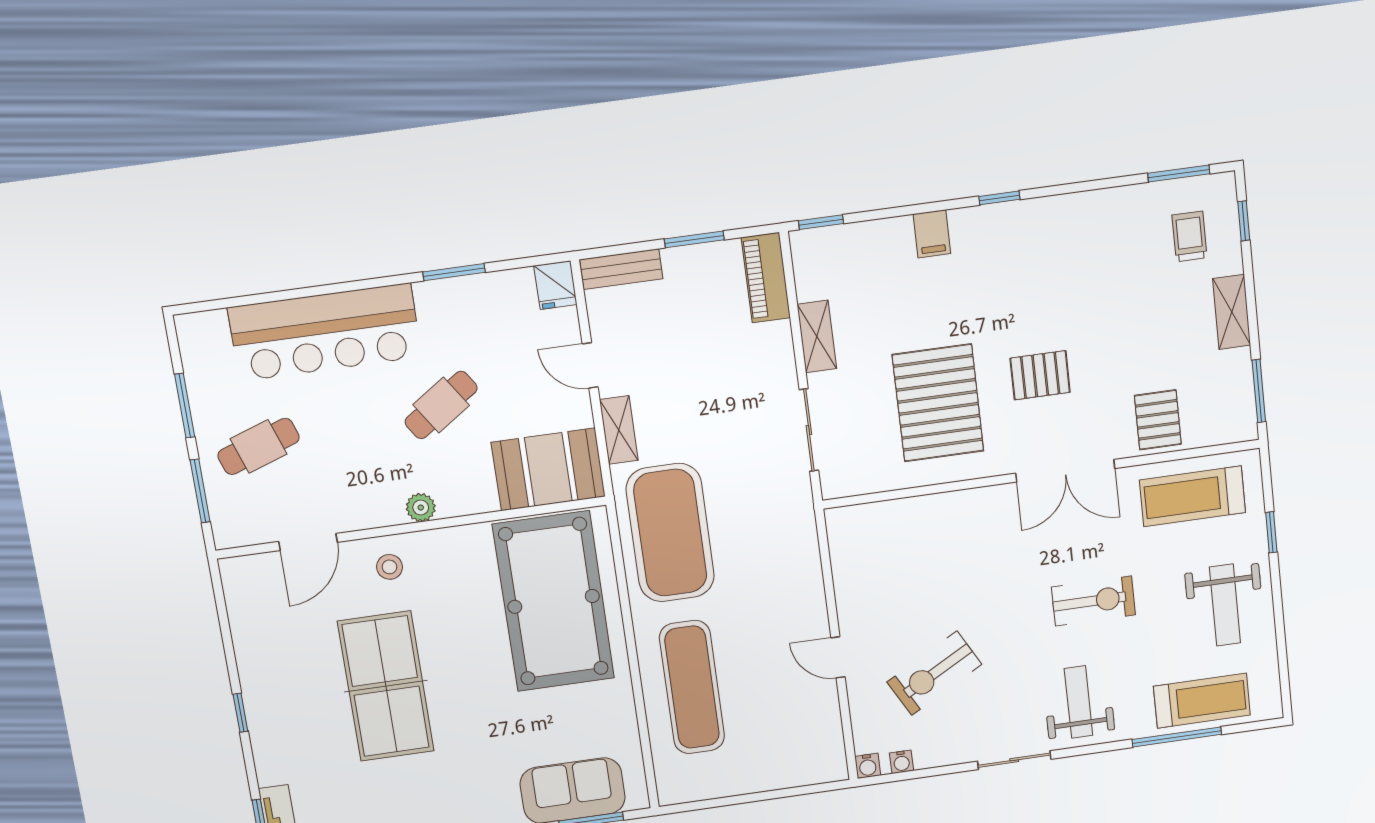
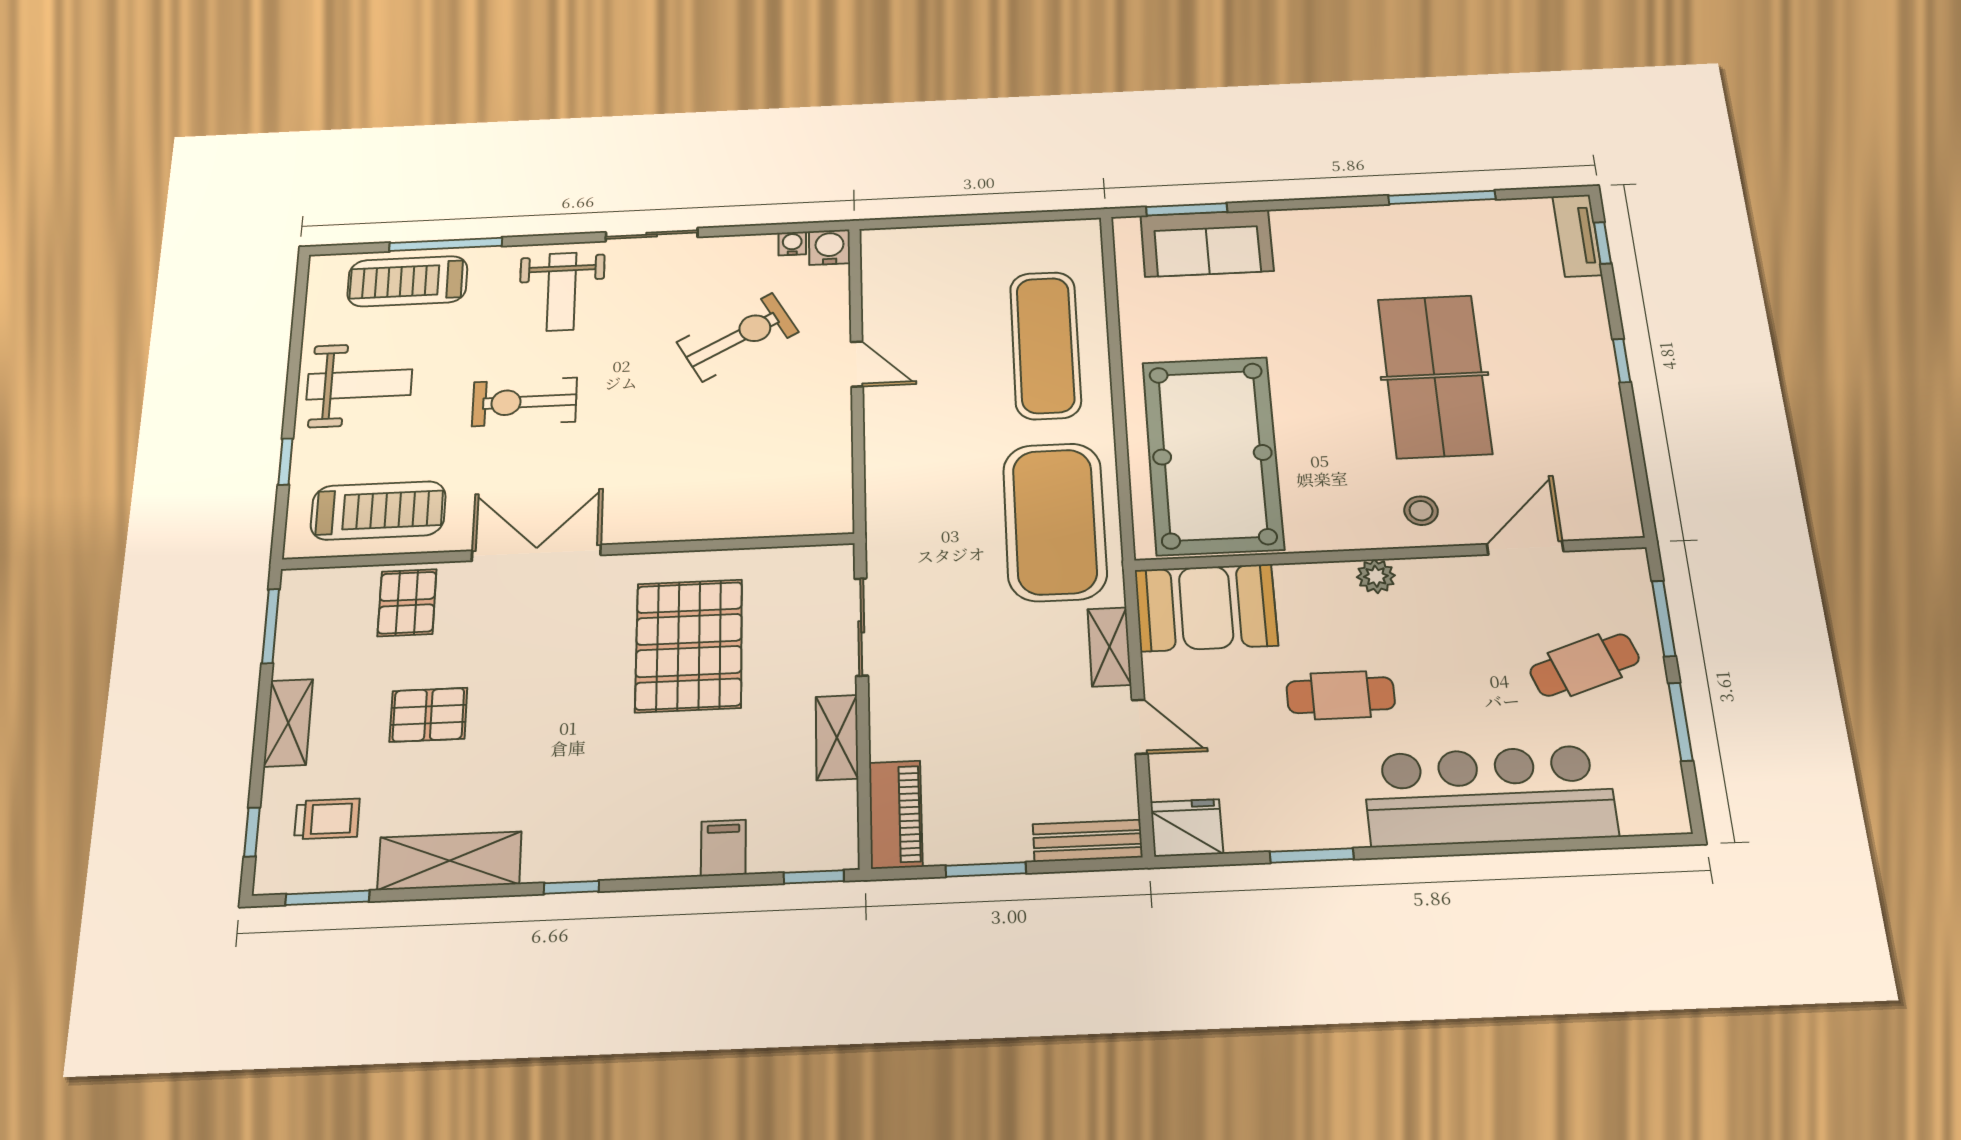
shelving: (1093, 211) -> (450, 861), added
filing cabinet: (932, 234) -> (723, 848), moved
trolley: (1189, 236) -> (327, 819), turned -90
fridge: (555, 285) -> (1187, 828), width x1.38
pallet: (1040, 375) -> (428, 715), moved
cafe table: (441, 405) -> (1341, 695), turned 34
weight bench: (1225, 605) -> (359, 385), turned 90
water cooler: (868, 766) -> (830, 247), width x1.38, depth x1.38

